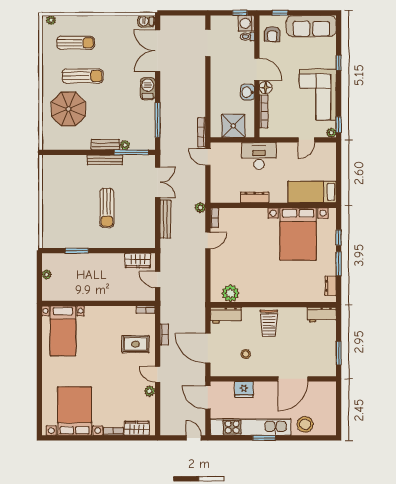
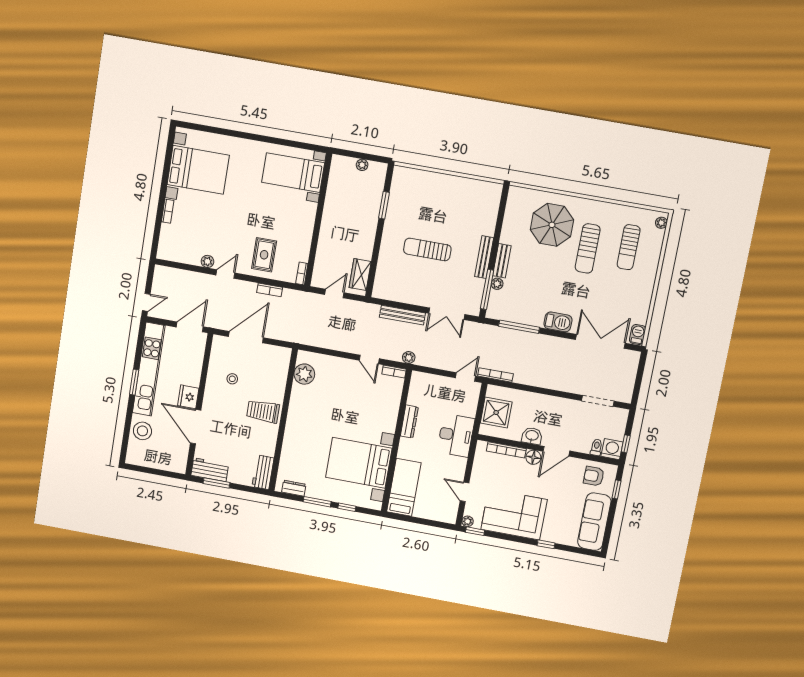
workbench: (226, 315) -> (210, 470), moved, turned 90
fridge: (244, 389) -> (188, 397), moved
wardrobe: (137, 428) -> (167, 239), removed

